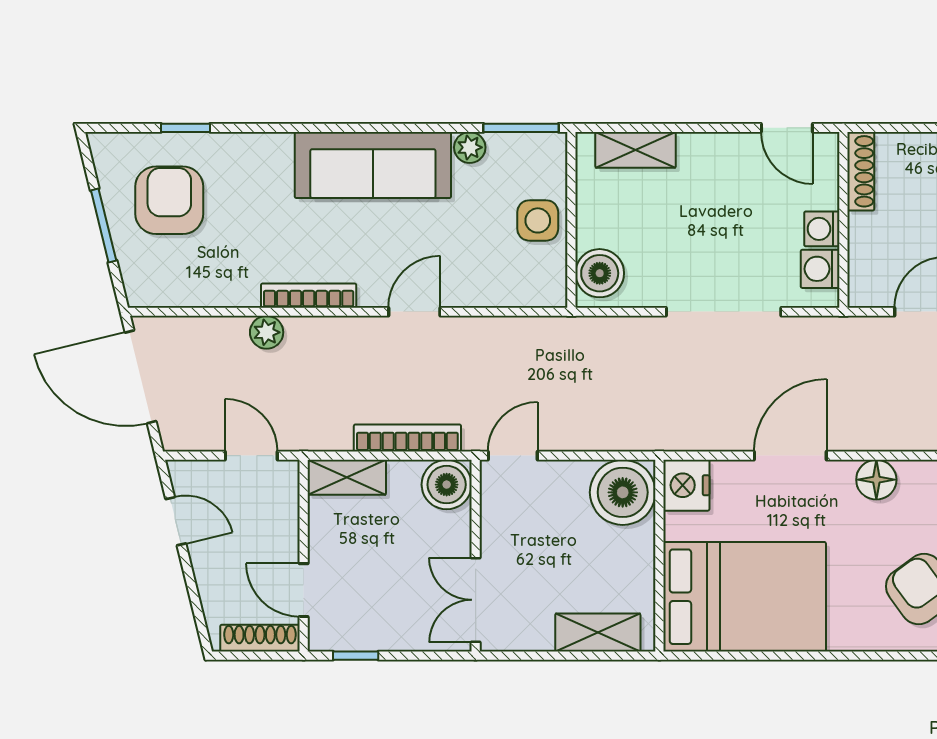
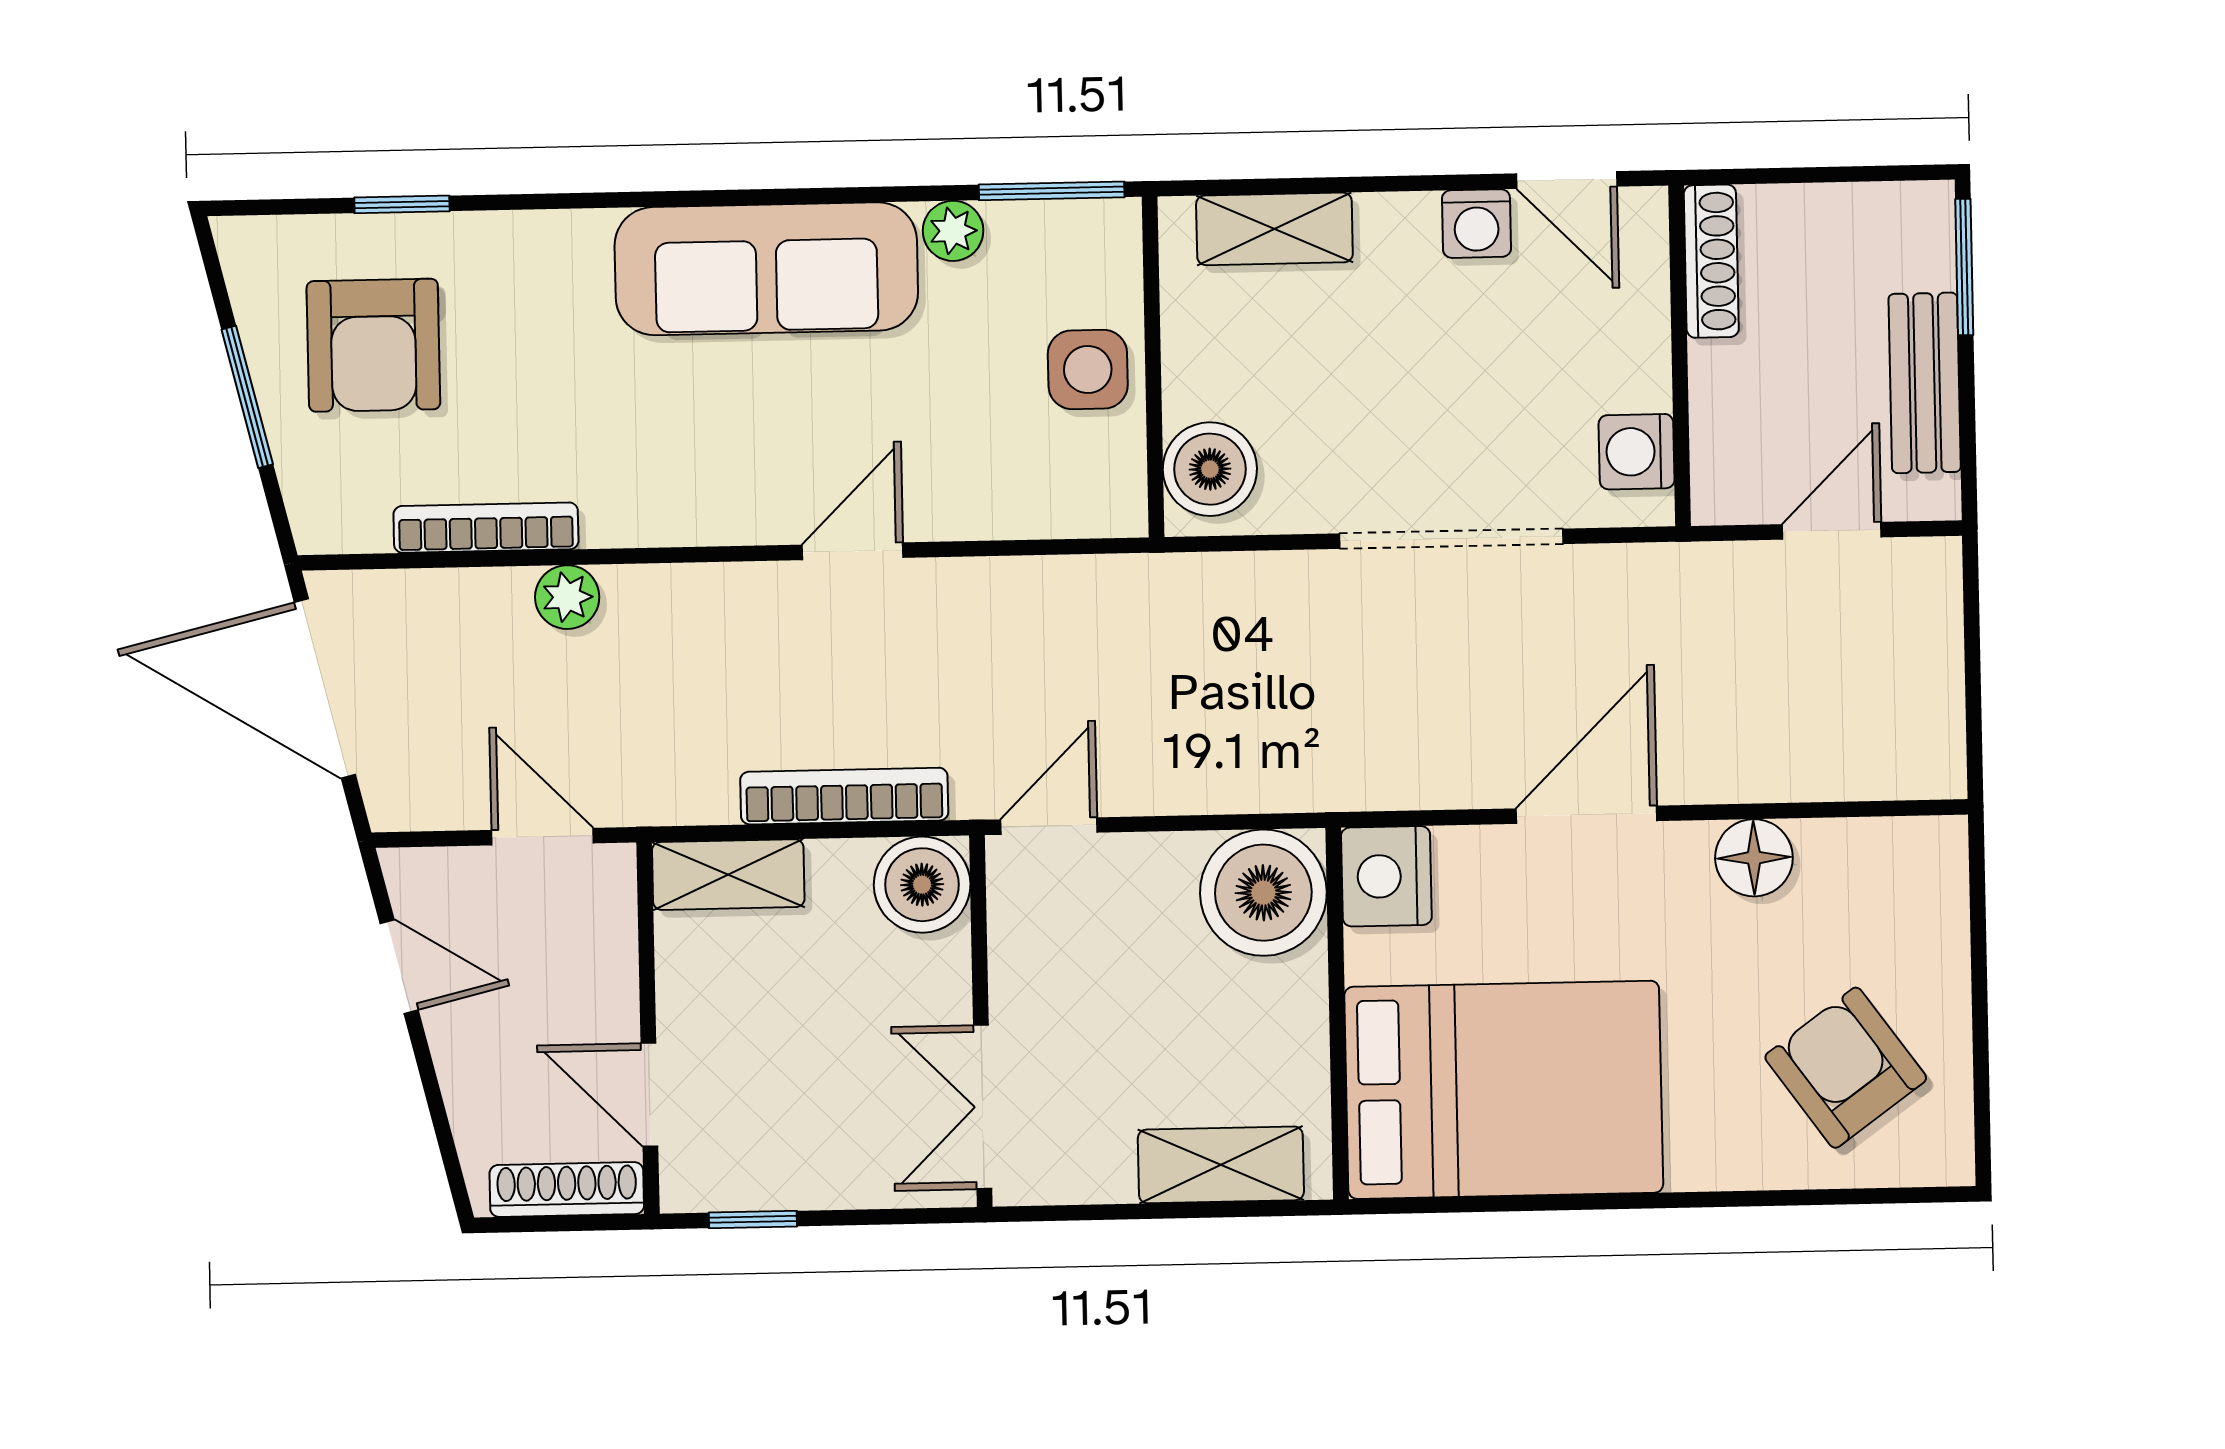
armchair: (169, 200) -> (373, 345), turned 180
washing machine: (822, 229) -> (1476, 224), moved, turned -90
bookcase: (309, 296) -> (486, 528), moved

